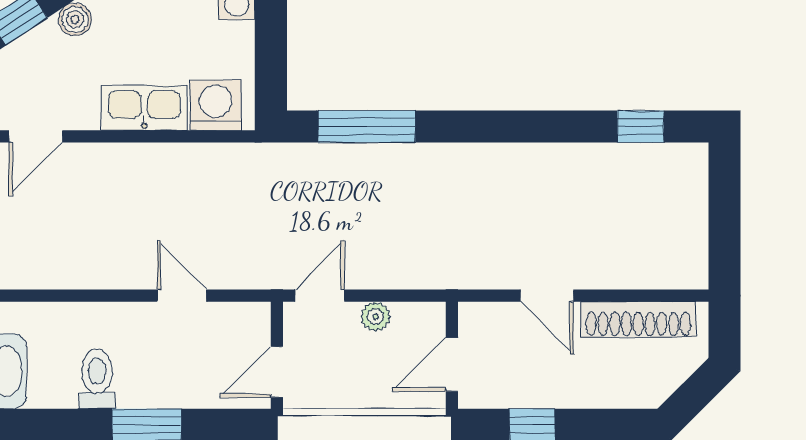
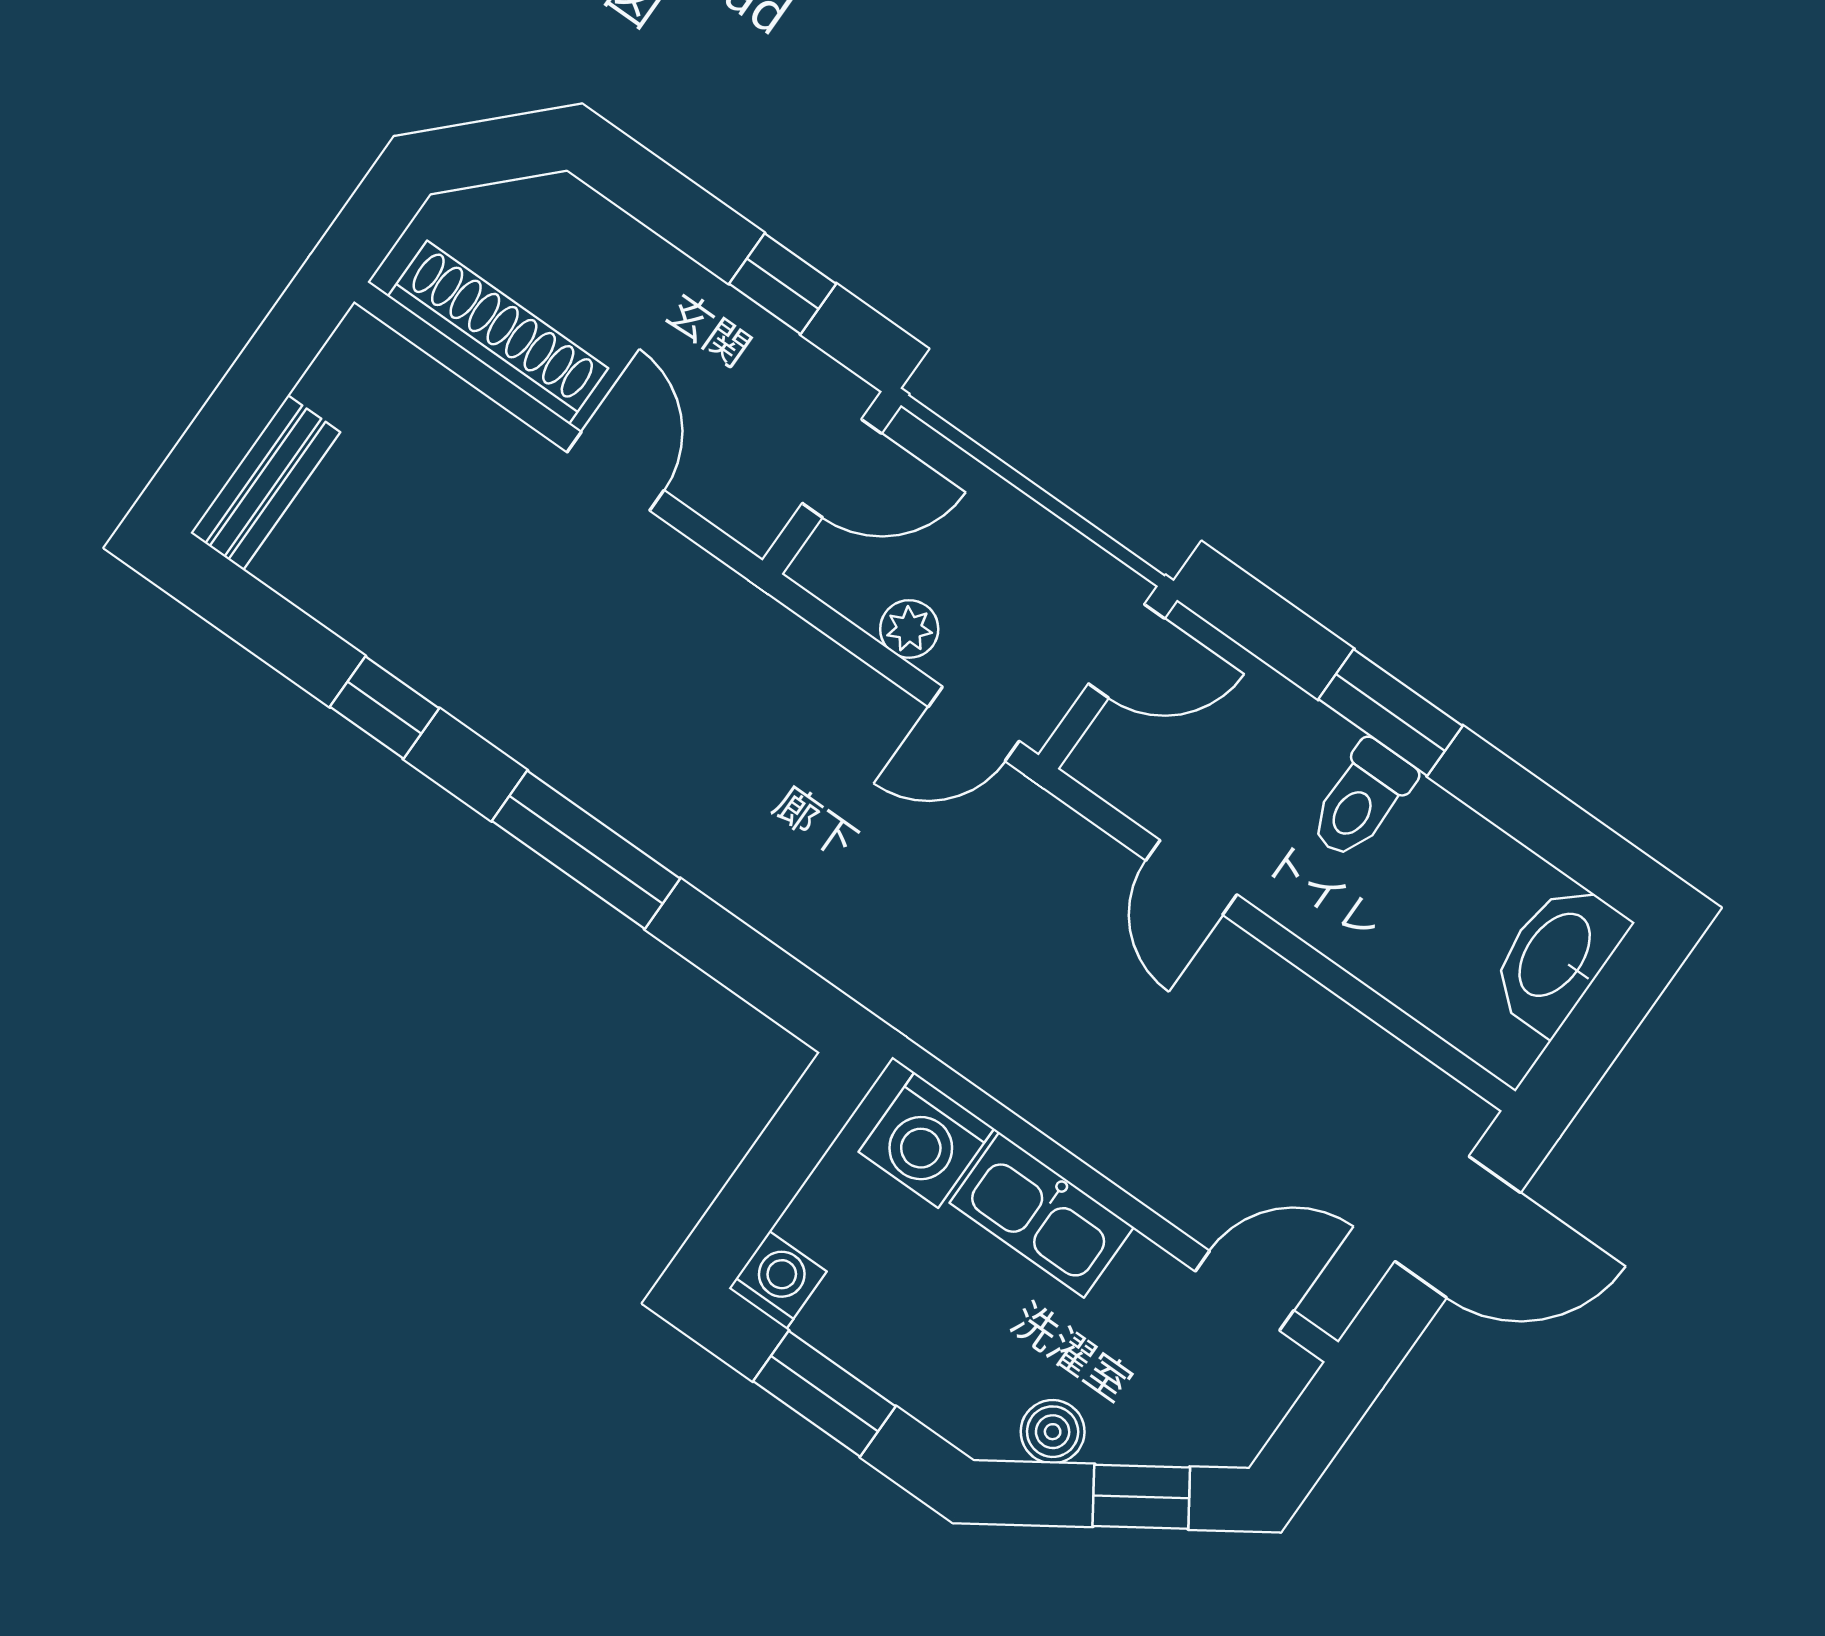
window: (367, 126) -> (586, 850), moved
window: (640, 126) -> (384, 708), moved
bench: (692, 186) -> (265, 483), added
toilet: (97, 379) -> (1361, 800), moved

